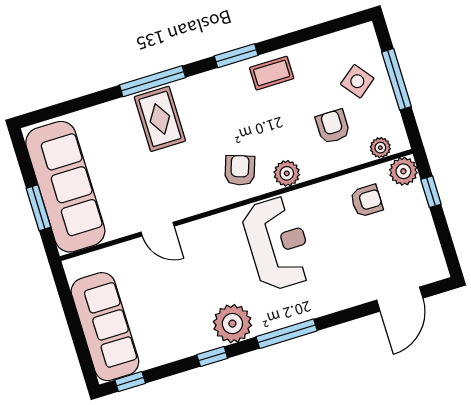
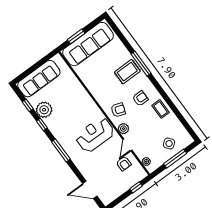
window: (236, 56) -> (162, 93), removed
armchair: (333, 126) -> (140, 98), moved
plant: (403, 171) -> (140, 174), removed
door: (158, 229) -> (127, 145), moved
reception desk: (278, 243) -> (95, 135), turned 180
plant: (232, 324) -> (44, 110), moved
window: (130, 382) -> (28, 105), moved

